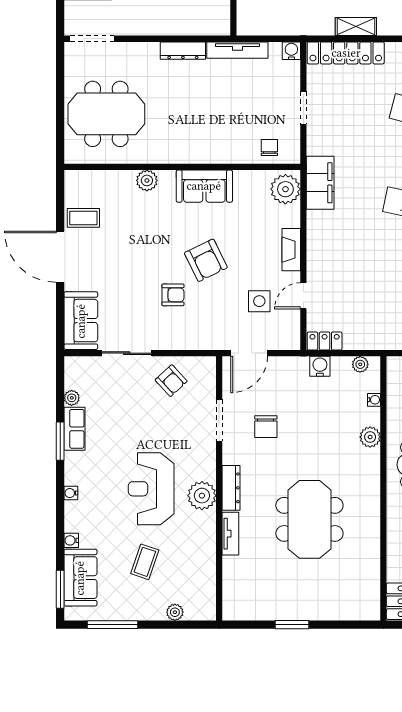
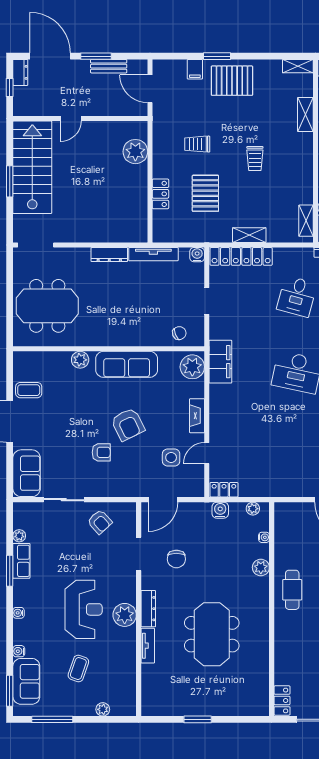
chair: (269, 148) -> (179, 333), turned 68
sofa: (204, 186) -> (127, 364), width x1.36
reception desk: (151, 489) -> (84, 609), turned 180

